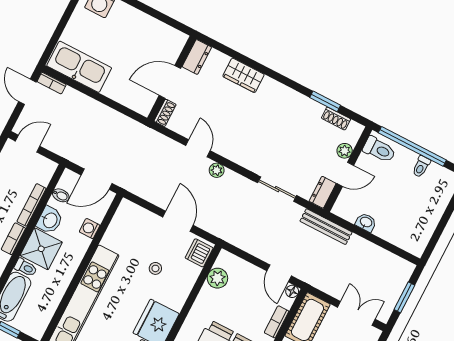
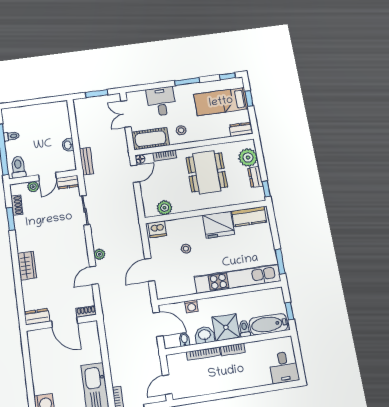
wardrobe: (244, 75) -> (27, 266), moved
door: (28, 144) -> (167, 385), hinge flipped
door: (345, 174) -> (47, 177), swing flipped
door: (178, 221) -> (150, 270), moved
bench: (326, 227) -> (86, 161), width x0.73

